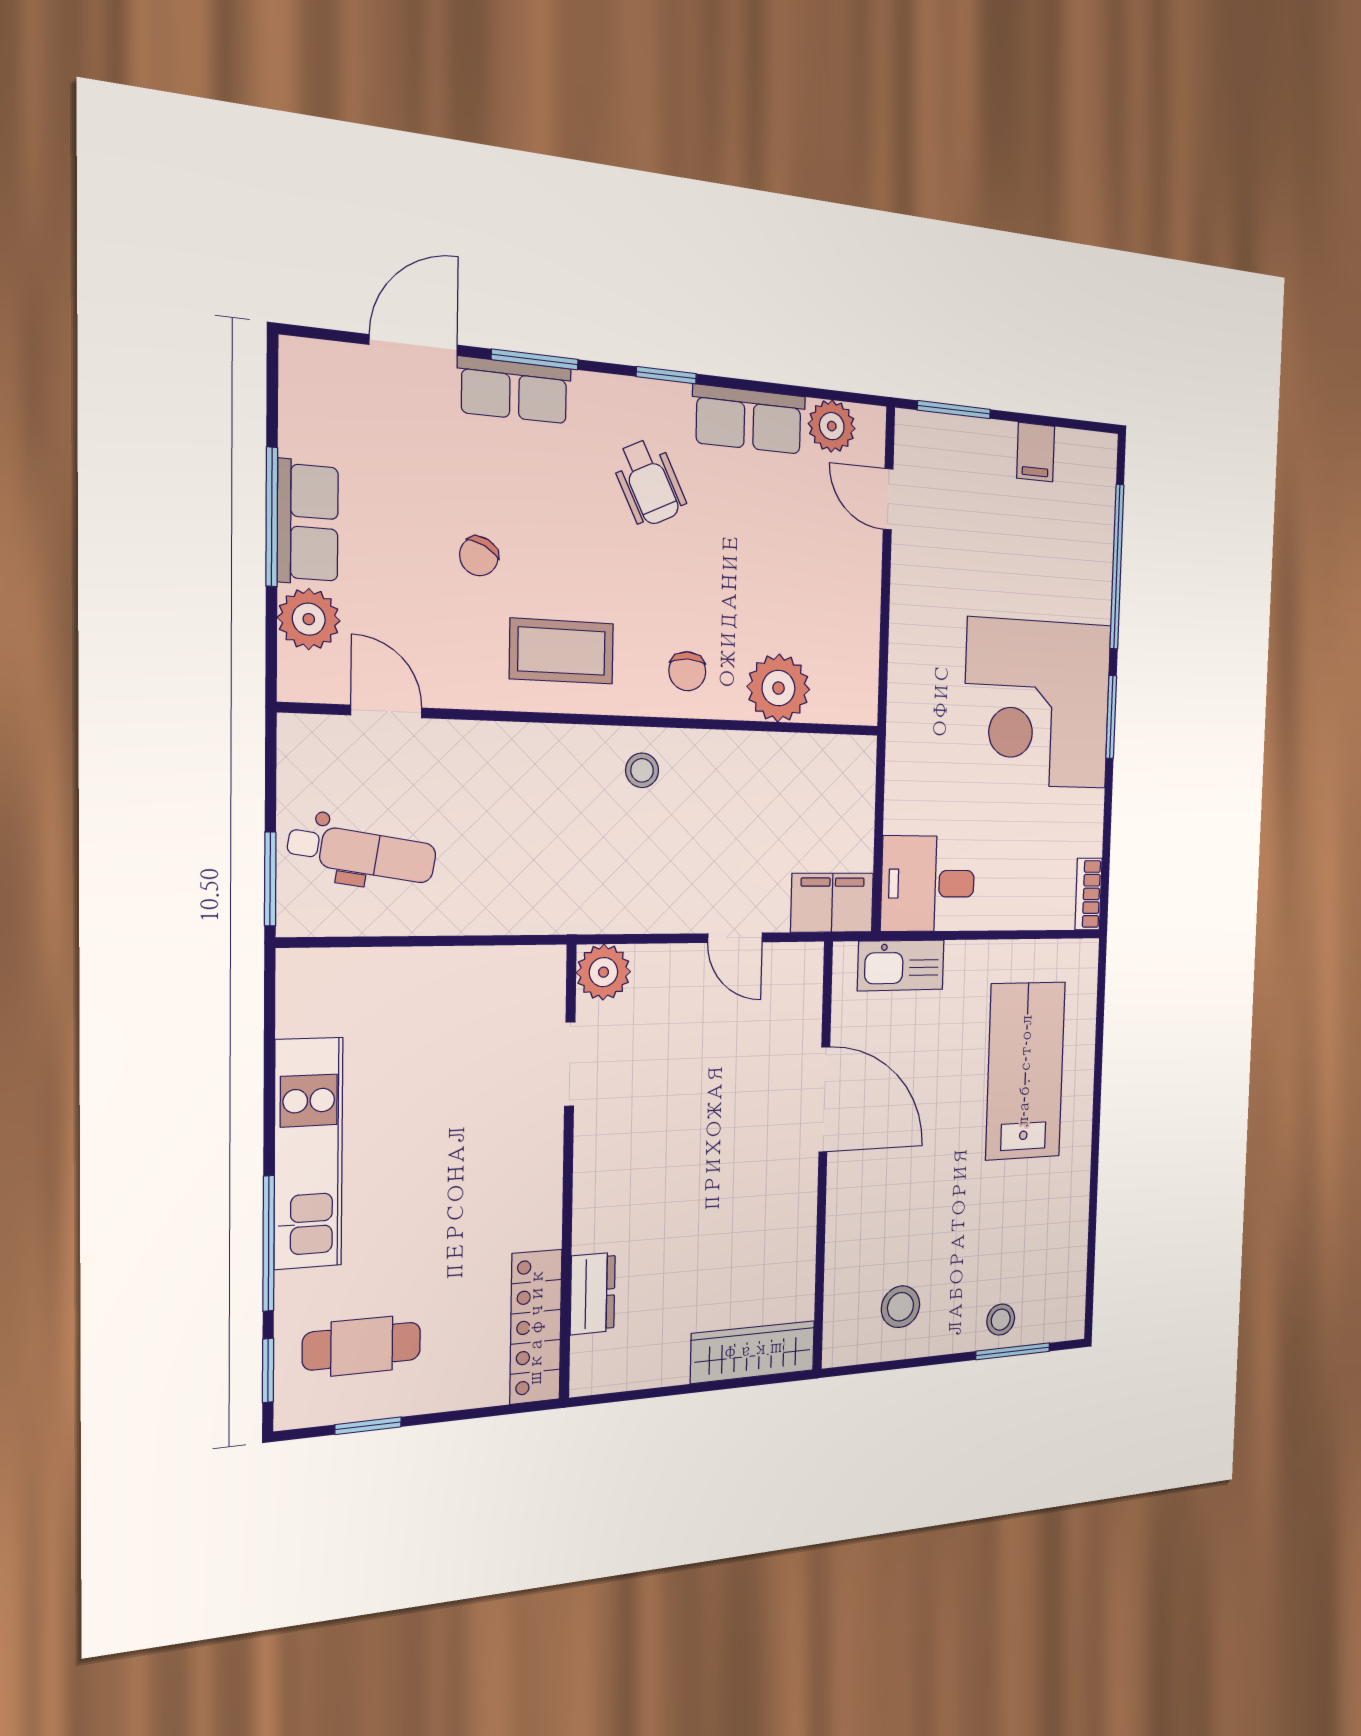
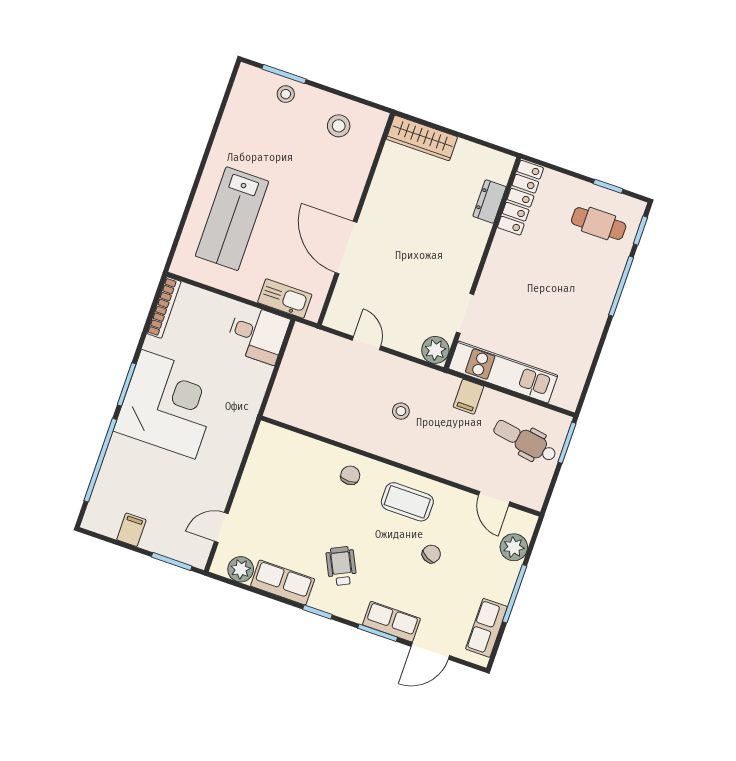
door: (888, 499) -> (221, 528), swing flipped
row of seats: (308, 522) -> (487, 628), moved
plant: (778, 688) -> (307, 454), removed
stool: (642, 770) -> (401, 411), moved
bookcase: (1089, 894) -> (164, 307), width x1.56
filing cabinet: (832, 903) -> (468, 397), moved, width x0.50
kitchen unit: (308, 1153) -> (503, 372), moved, turned 90

